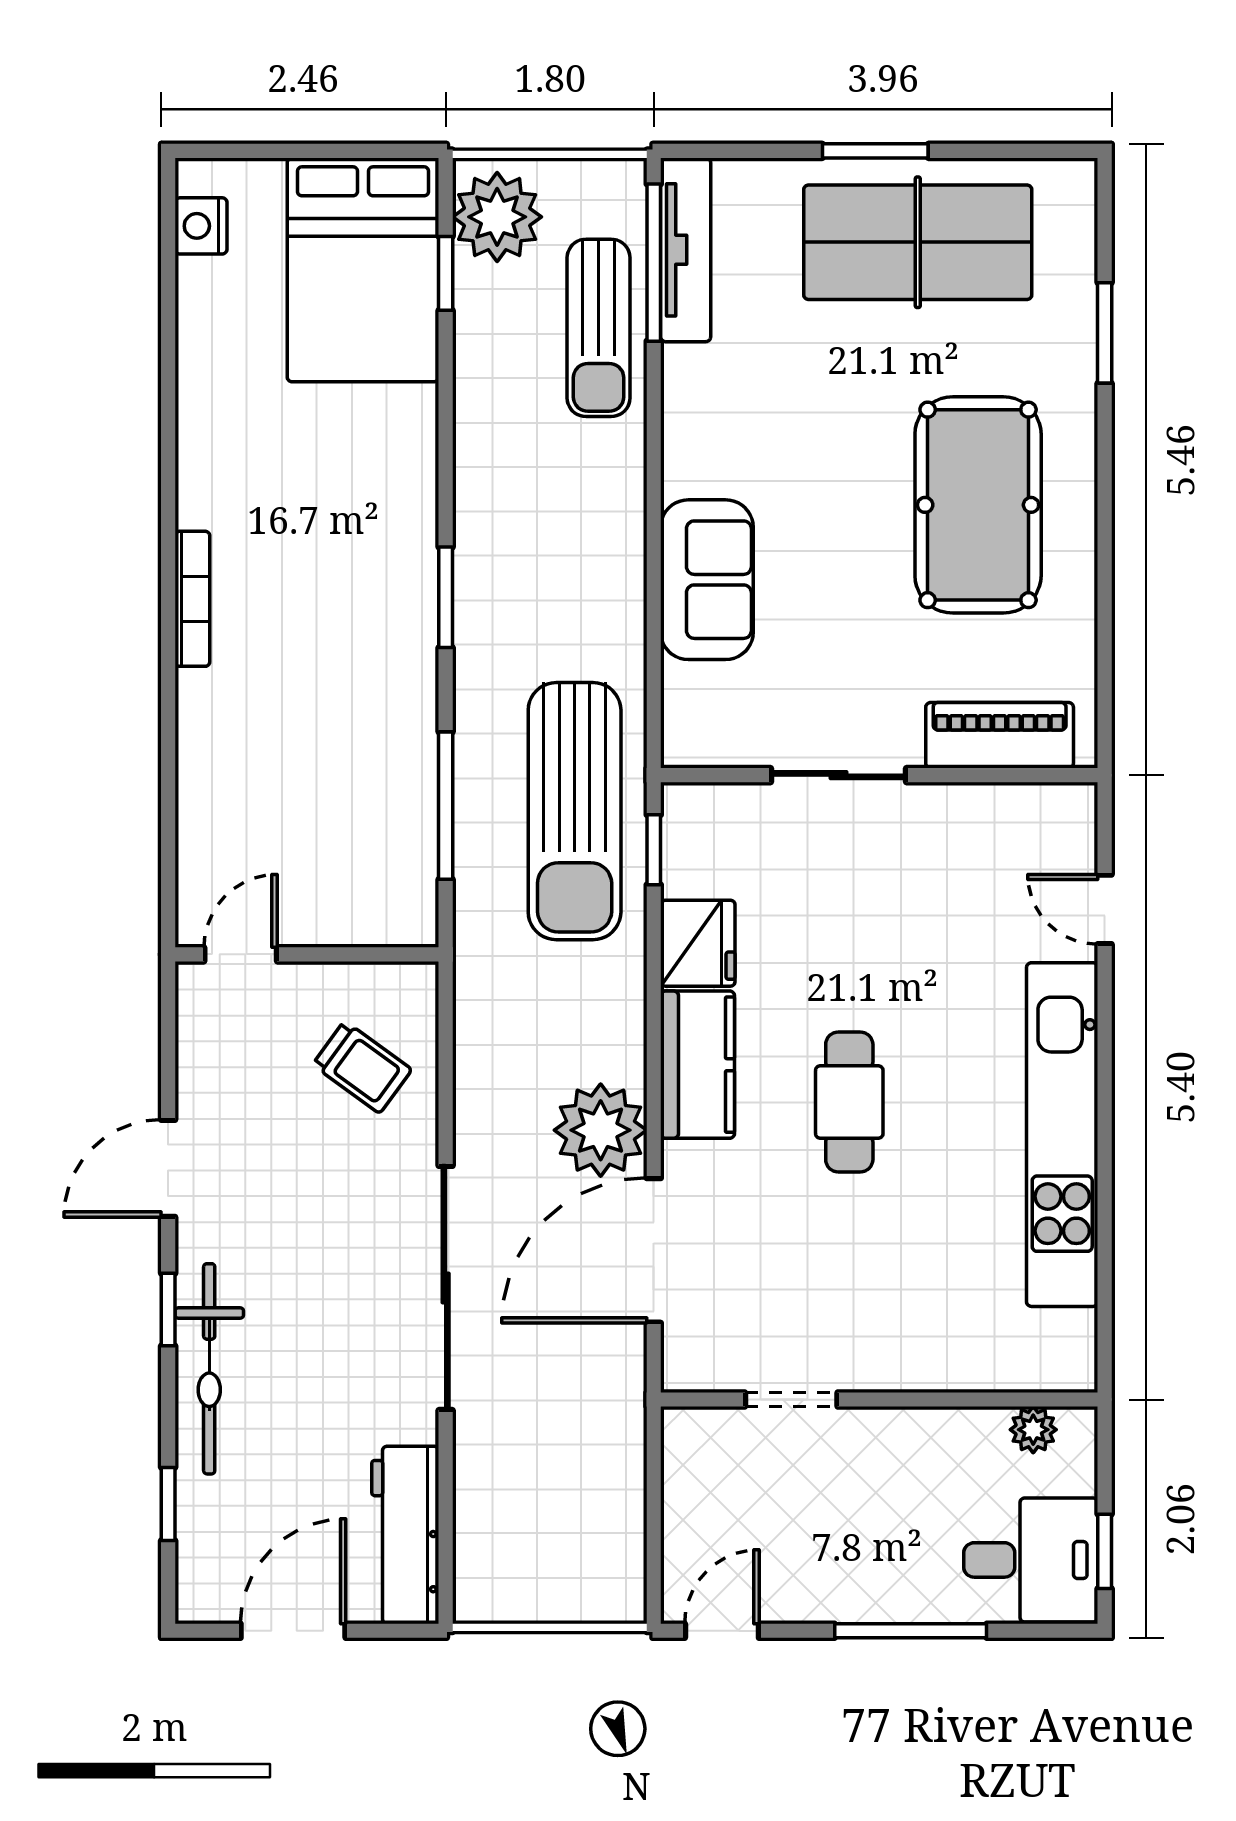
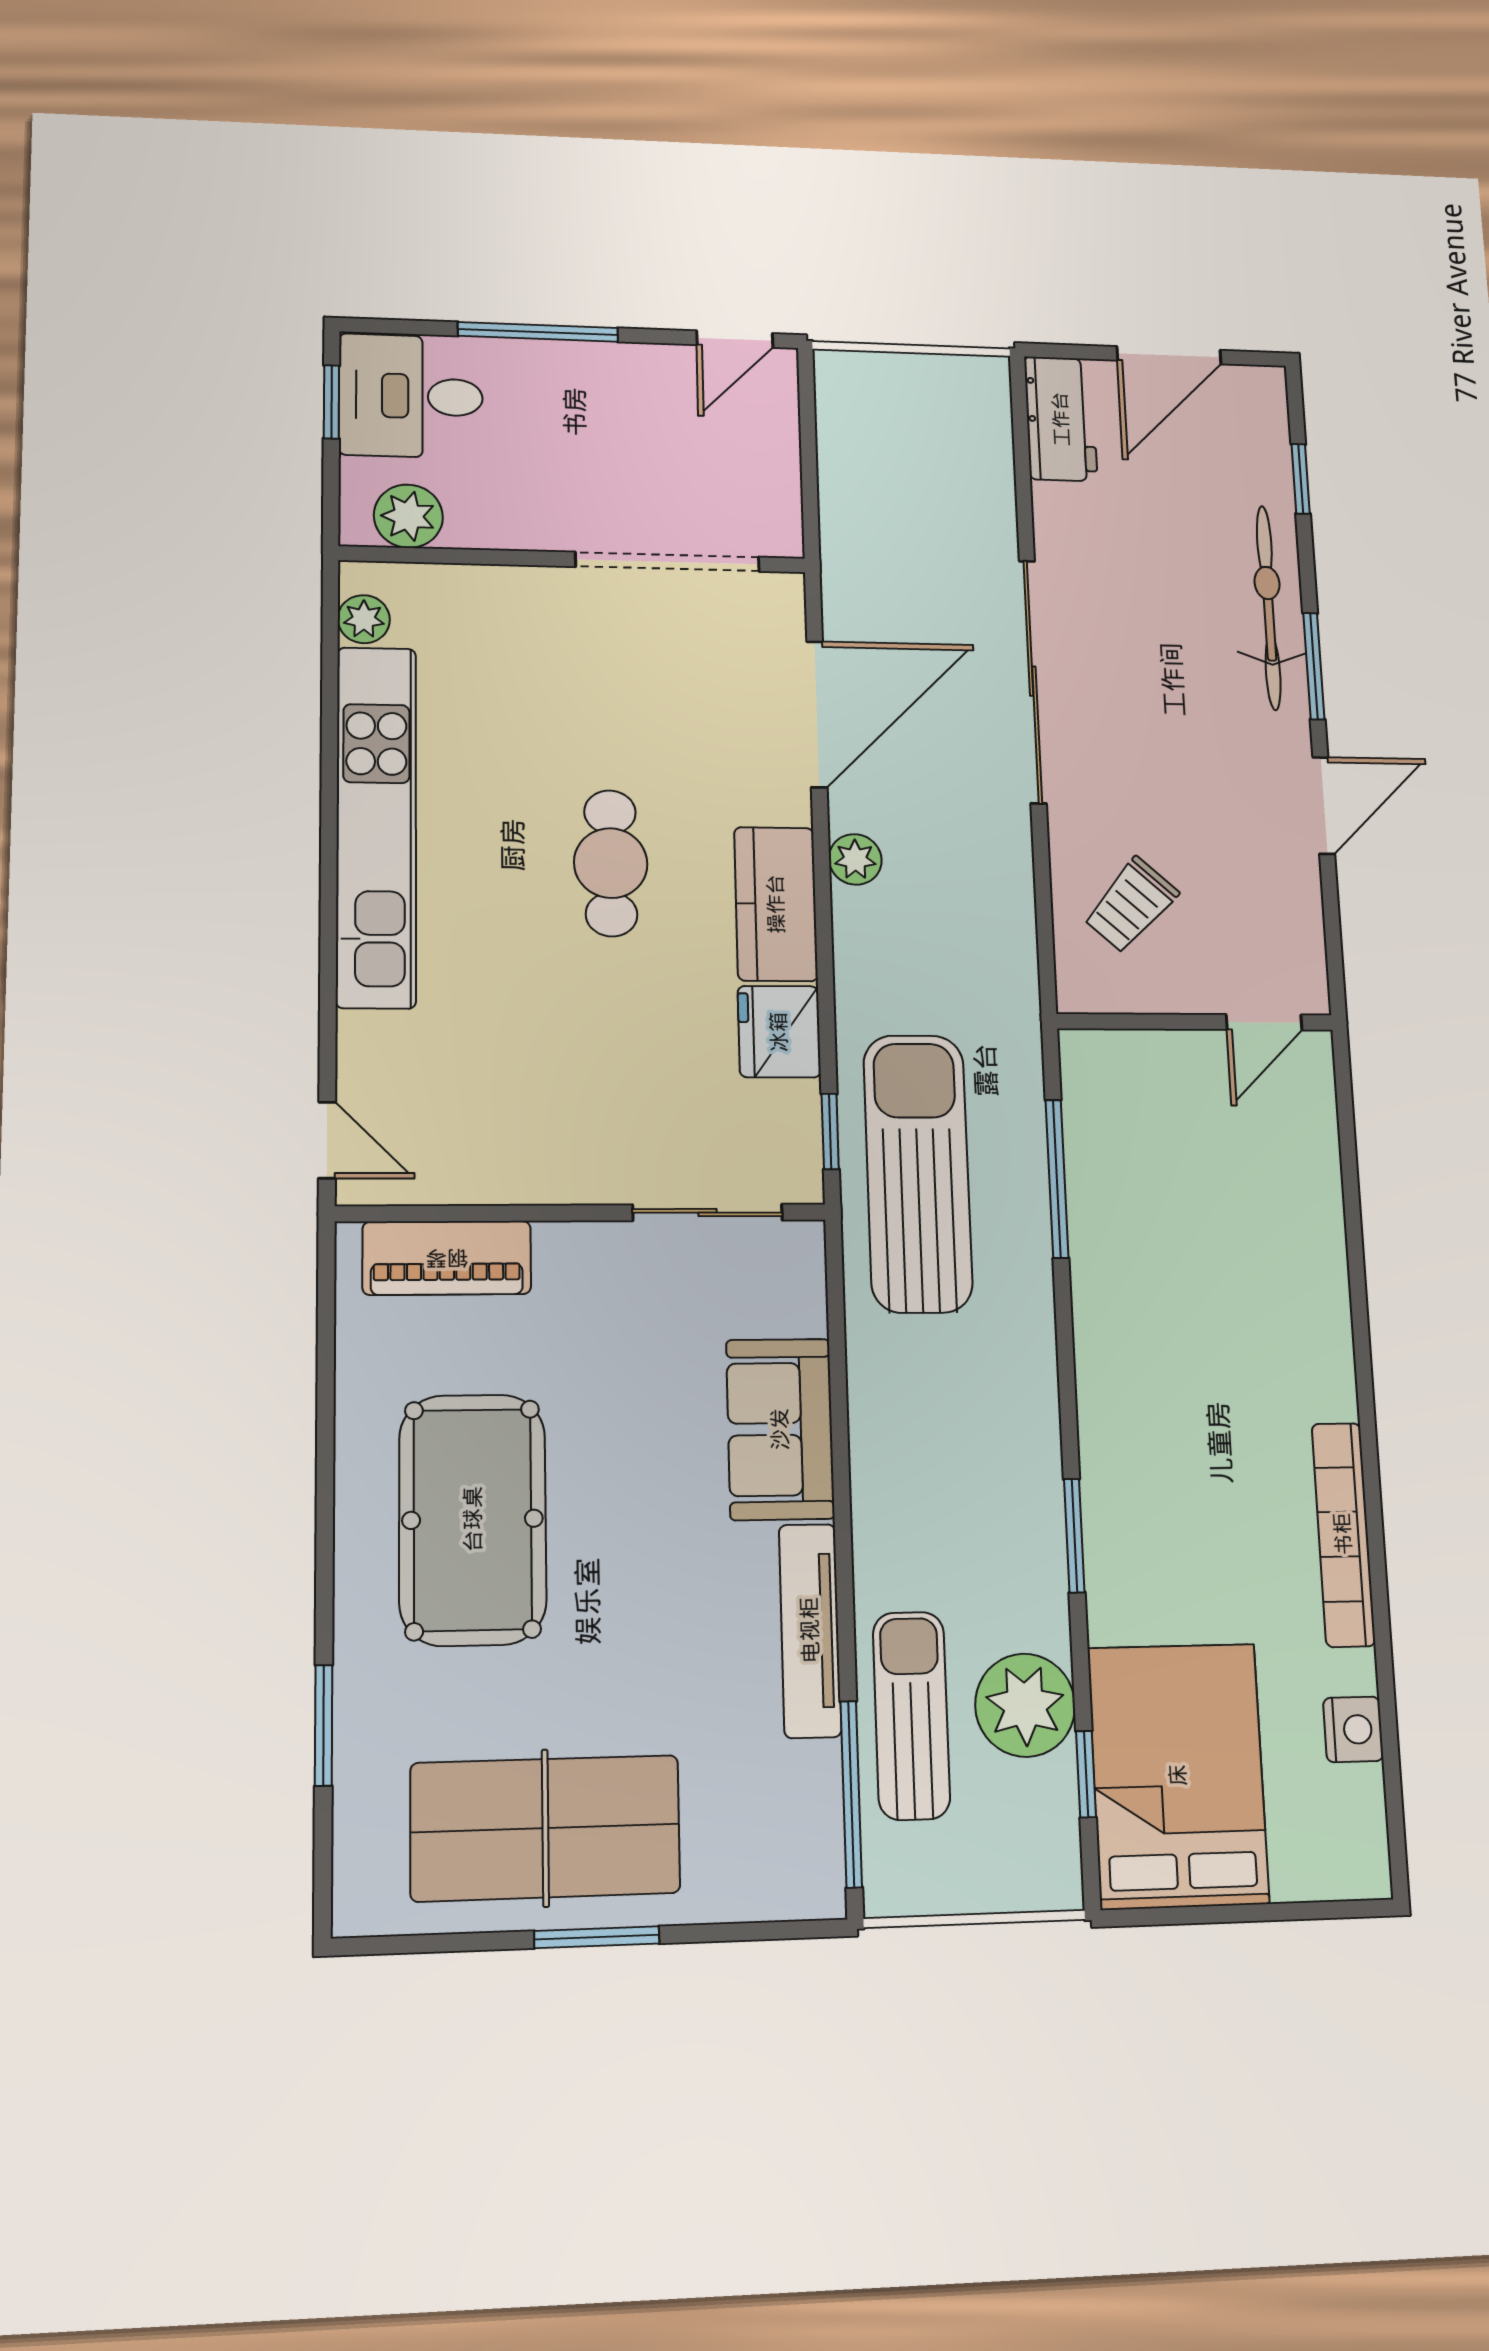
plant: (497, 217) -> (1025, 1705), moved
nightstand: (201, 226) -> (1353, 1729), moved
tv unit: (686, 250) -> (810, 1630), moved
window: (446, 597) -> (1074, 1536), moved
bookcase: (192, 599) -> (1343, 1534), moved, width x1.48, depth x1.31
sliding door: (839, 775) -> (708, 1213), moved
door: (1105, 909) -> (327, 1140), moved
trolley: (362, 1067) -> (1131, 905), turned -84
plant: (601, 1130) -> (855, 859), width x0.53, depth x0.53
window: (168, 1310) -> (1314, 666), width x1.50
plant: (1074, 1335) -> (364, 619), added
doorway: (791, 1400) -> (668, 562), width x1.87
plant: (1033, 1430) -> (408, 516), width x1.38, depth x1.38
workbench: (405, 1535) -> (1061, 419), width x0.73

